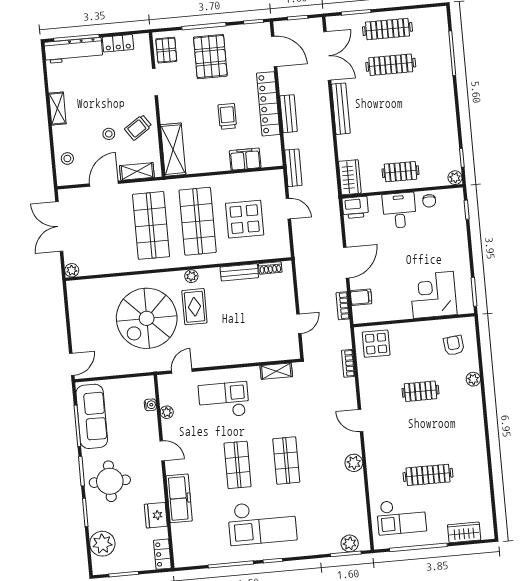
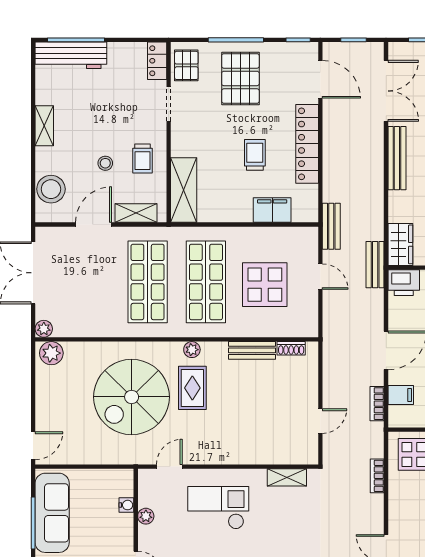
locker: (118, 43) -> (157, 61), moved, turned 90
bench: (289, 114) -> (375, 265), moved
trolley: (138, 127) -> (143, 159), turned -56
stool: (67, 158) -> (51, 189), width x1.89, depth x1.89
plant: (80, 289) -> (51, 353), added

